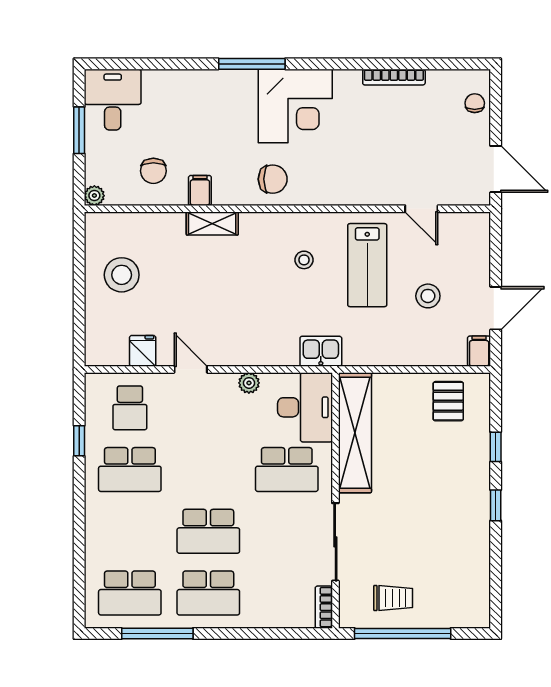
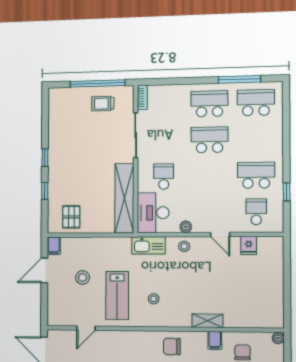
door: (421, 209) -> (86, 328), swing flipped
lab bench: (367, 265) -> (117, 296), turned 180
stool: (122, 275) -> (184, 246), moved, width x0.53, depth x0.53
kitchen sink: (321, 351) -> (148, 245), width x1.38
school desk: (287, 470) -> (164, 176), width x0.54

